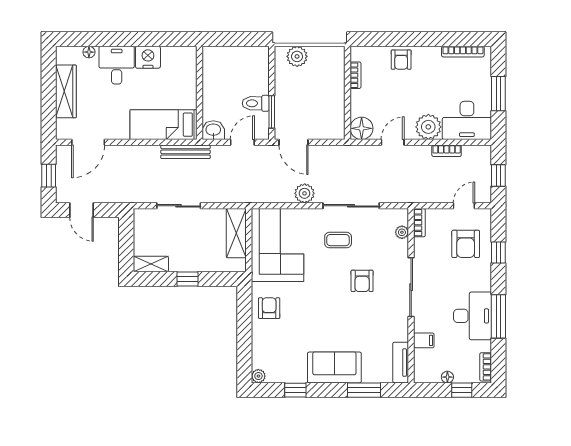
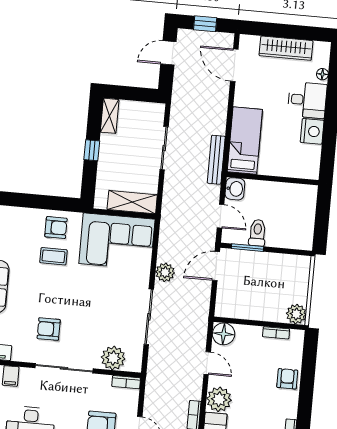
plant: (297, 56) -> (296, 314), moved
armchair: (401, 60) -> (287, 379), turned 90
plant: (402, 232) -> (113, 358), width x1.87, depth x1.87
coffee table: (338, 240) -> (54, 256), moved, turned 90
armchair: (362, 281) -> (49, 329), moved

